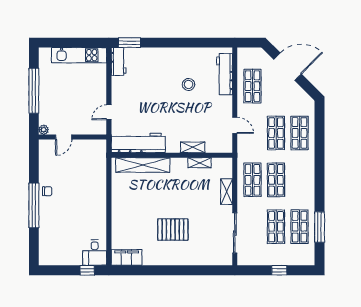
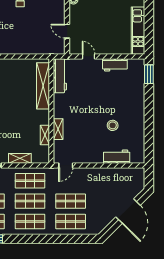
workbench: (119, 62) -> (115, 65), moved
workbench: (225, 74) -> (117, 157), width x0.73
shop shelf: (252, 86) -> (30, 221), moved
door: (235, 125) -> (66, 165), moved
door: (64, 137) -> (67, 31), moved
workbench: (138, 143) -> (60, 76), width x0.73, depth x0.76

